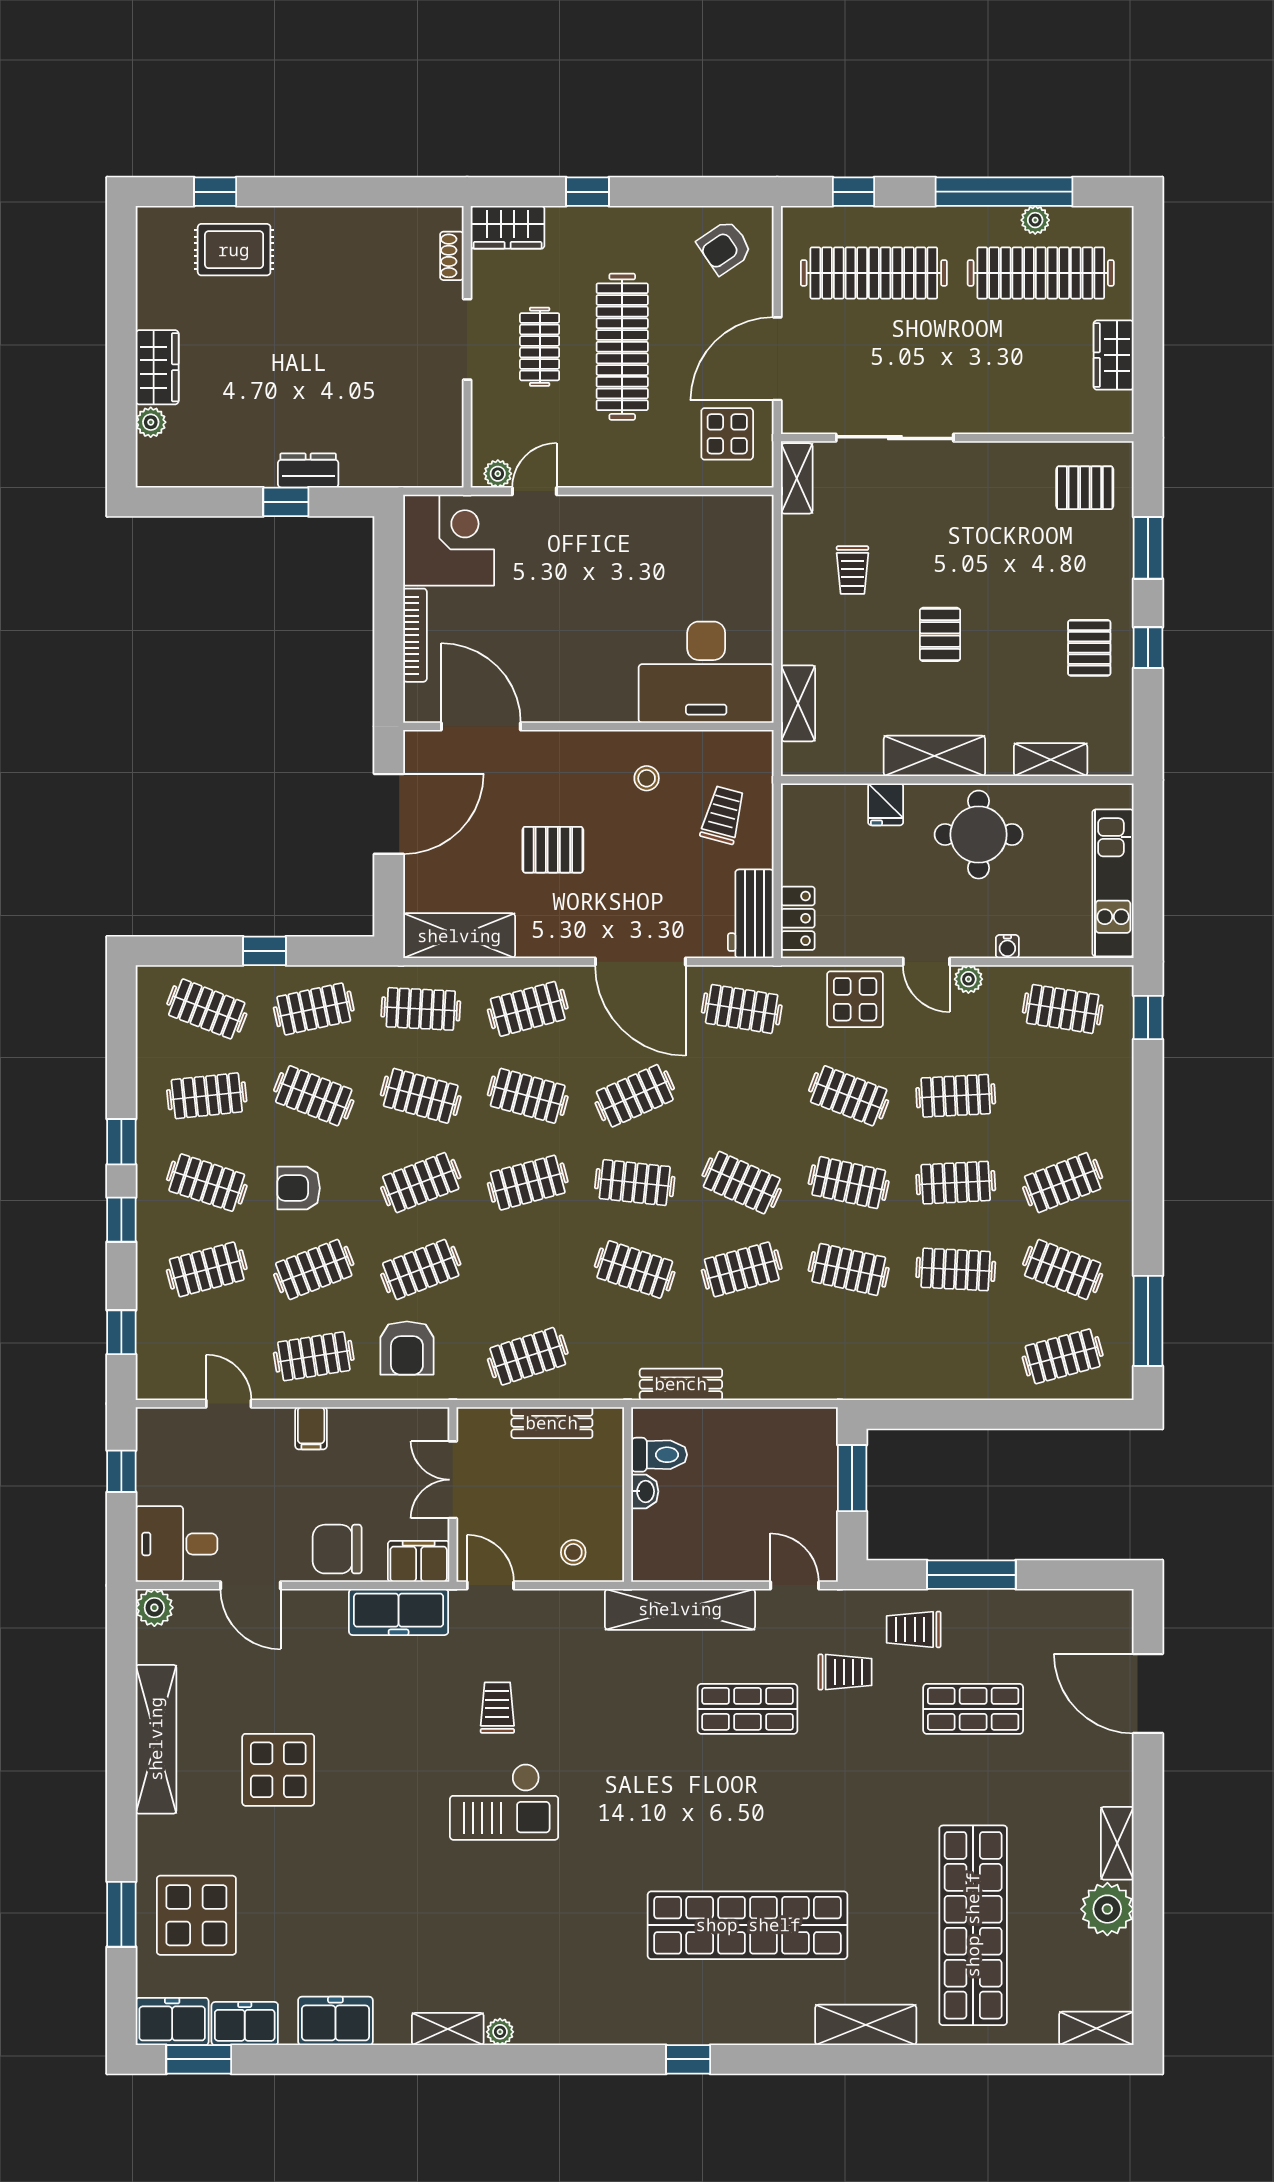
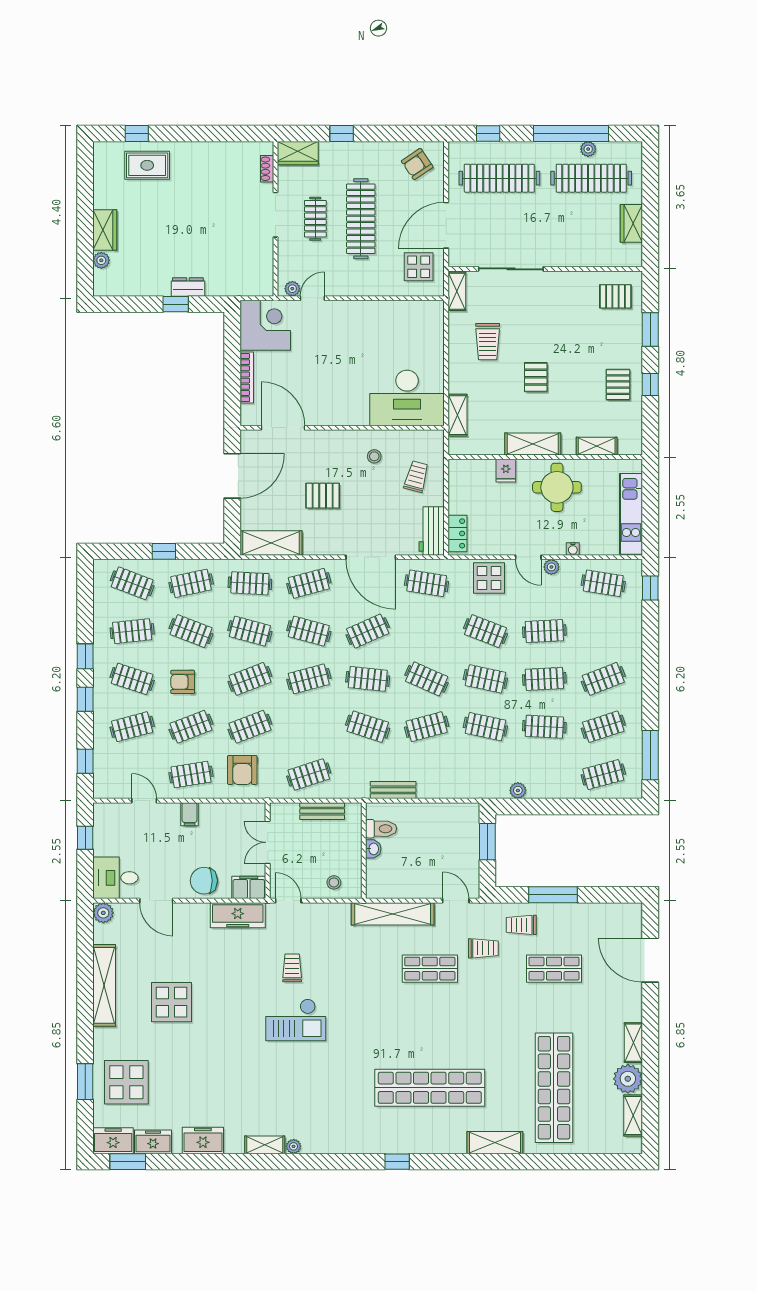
trolley: (852, 570) -> (488, 342), width x1.36, depth x1.39
clothes rail: (1063, 1269) -> (603, 727), turned -39
plant: (908, 1385) -> (518, 790), added
shelving: (1096, 2028) -> (633, 1115), moved, turned 90

